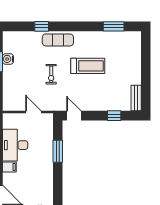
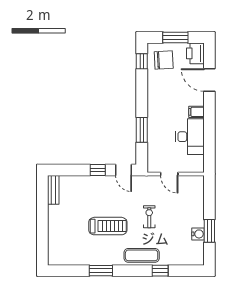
window: (114, 26) -> (101, 271), moved
treadmill: (88, 66) -> (108, 226), turned 180
window: (114, 116) -> (98, 170), moved

